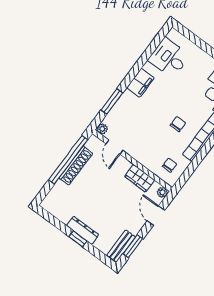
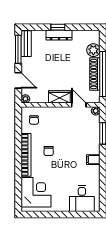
desk: (169, 58) -> (82, 199), moved, turned 90
filing cabinet: (140, 83) -> (93, 160), width x0.50
wardrobe: (140, 178) -> (59, 97), moved
plant: (60, 190) -> (93, 50), added
window: (133, 246) -> (18, 49), width x1.44

